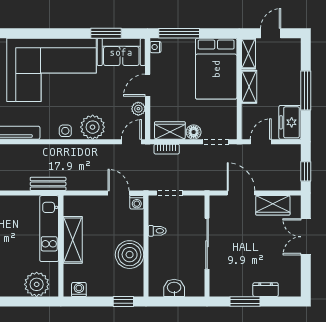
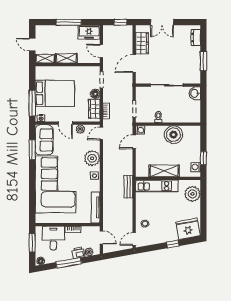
bed: (216, 69) -> (55, 93), moved
door: (131, 142) -> (101, 133), hinge flipped
washbasin: (174, 288) -> (195, 93), moved
dresser: (266, 290) -> (196, 38), moved
window: (123, 301) -> (203, 158), moved

